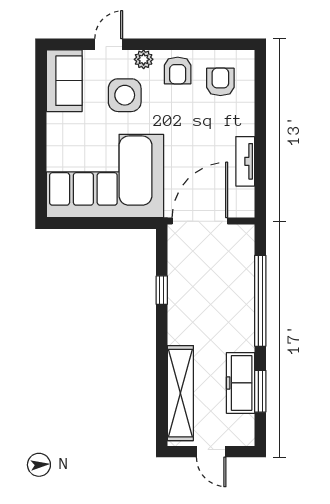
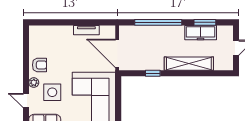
armchair: (220, 82) -> (45, 43), removed
shelving: (180, 393) -> (189, 64), moved

